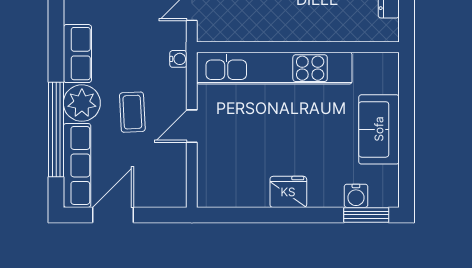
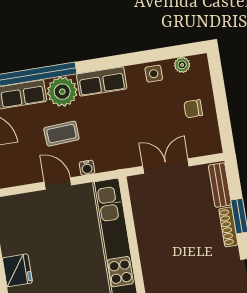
water cooler: (178, 59) -> (87, 168), moved

